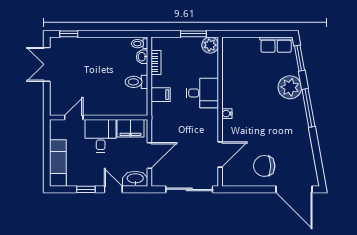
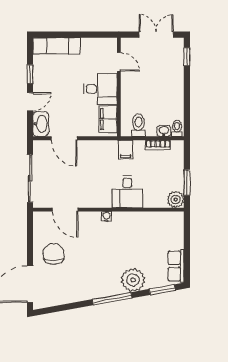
door: (74, 117) -> (119, 62), moved
wall: (99, 117) -> (119, 87), moved
filing cabinet: (130, 128) -> (108, 119), moved
desk: (101, 136) -> (100, 89), moved

